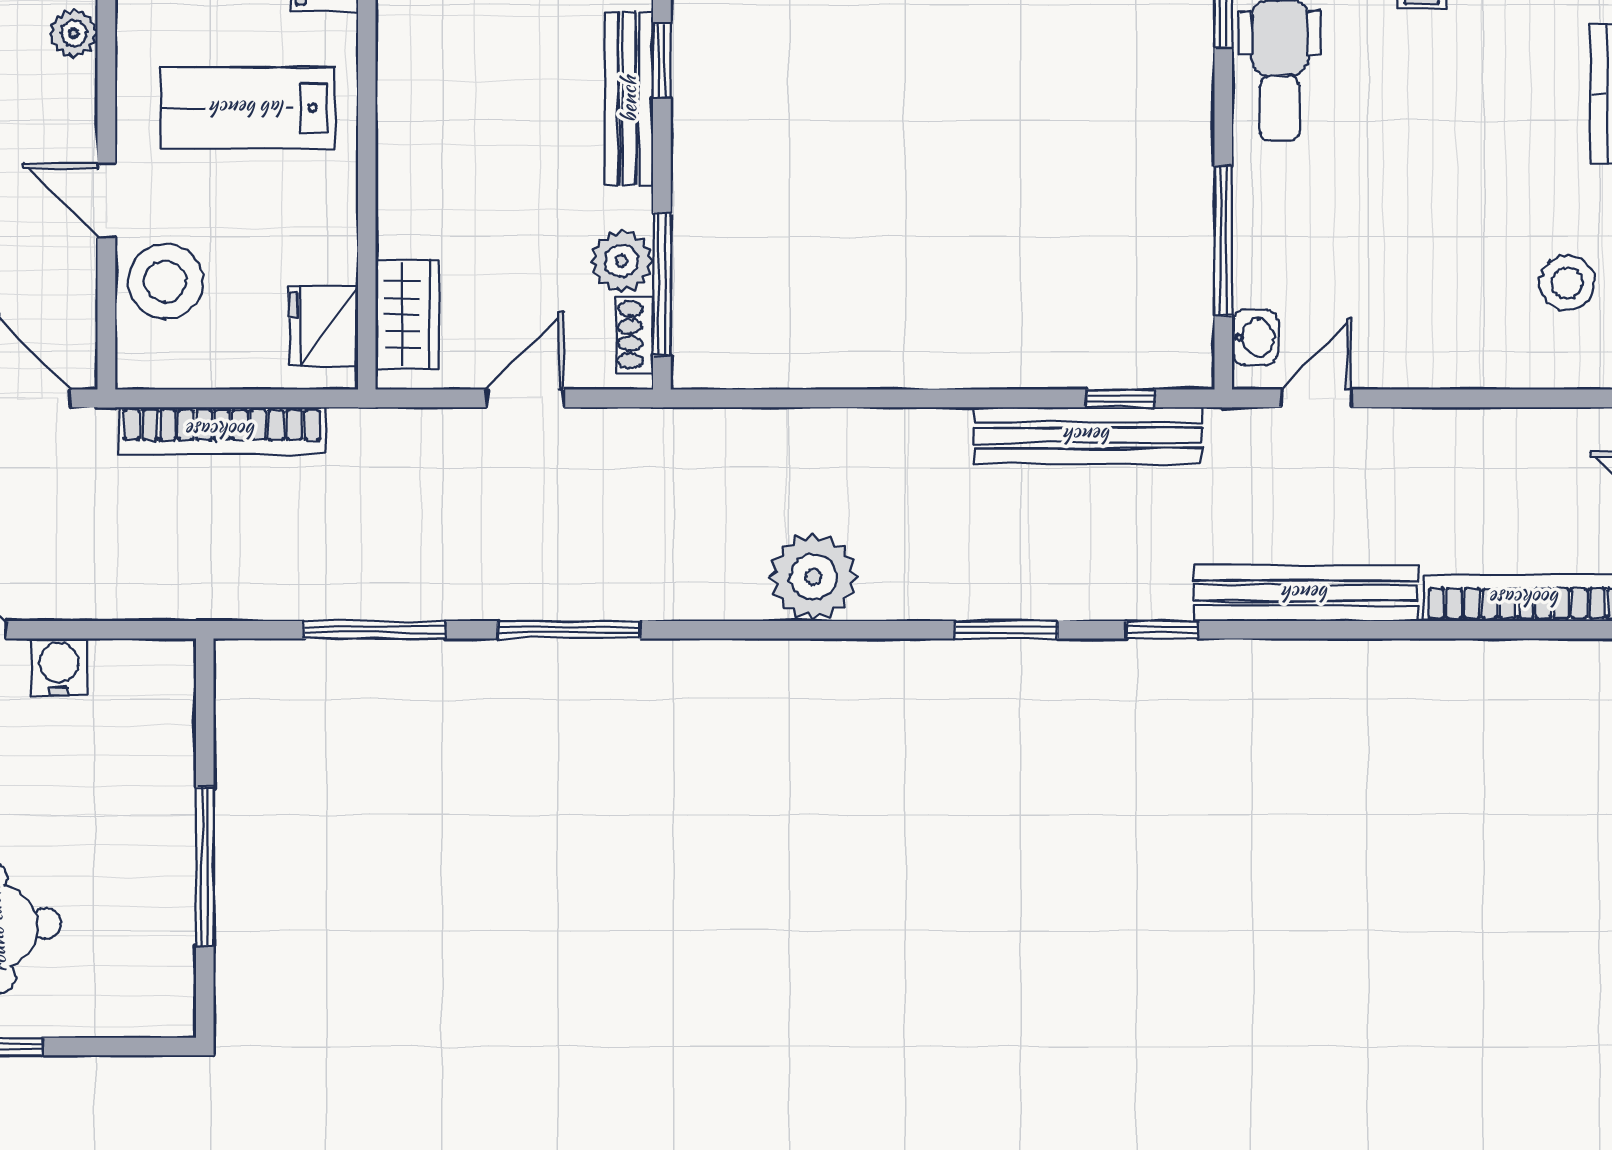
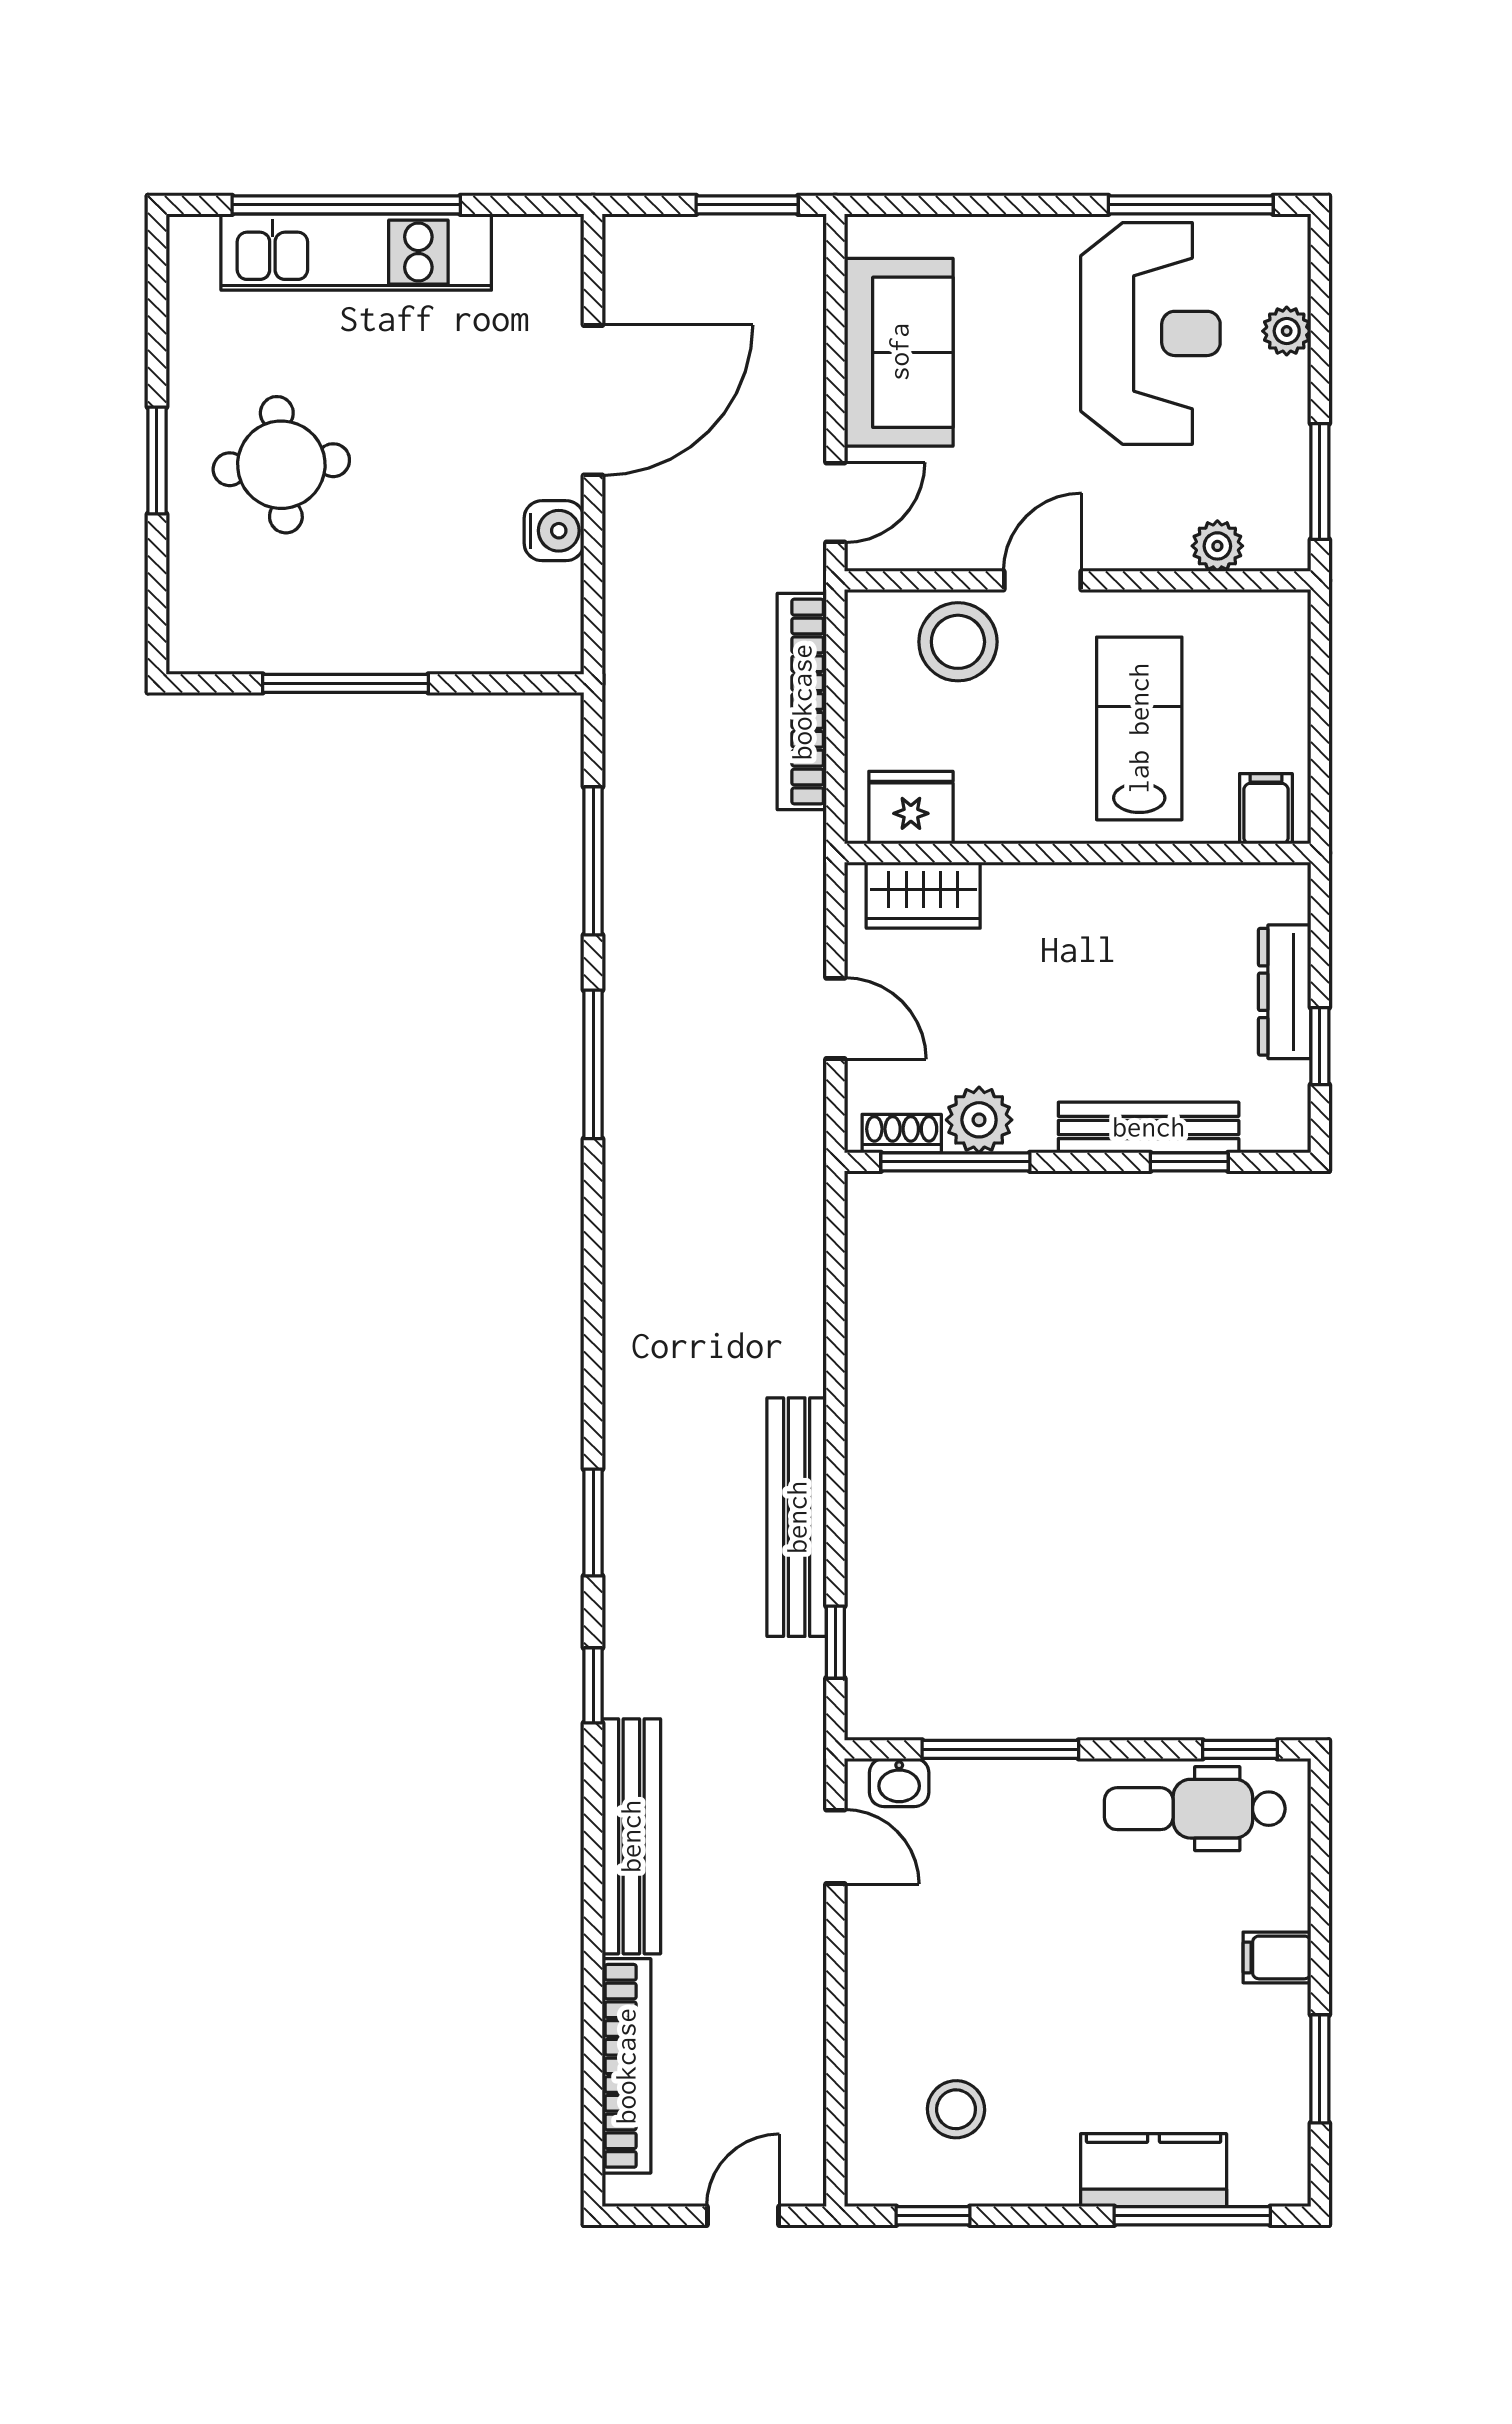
bench: (1088, 435) -> (797, 1517), moved
plant: (813, 577) -> (648, 1320), removed

